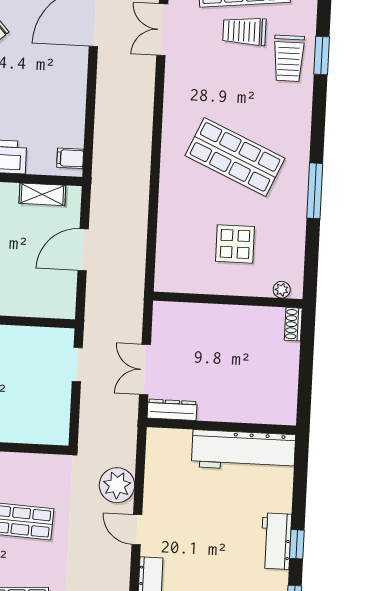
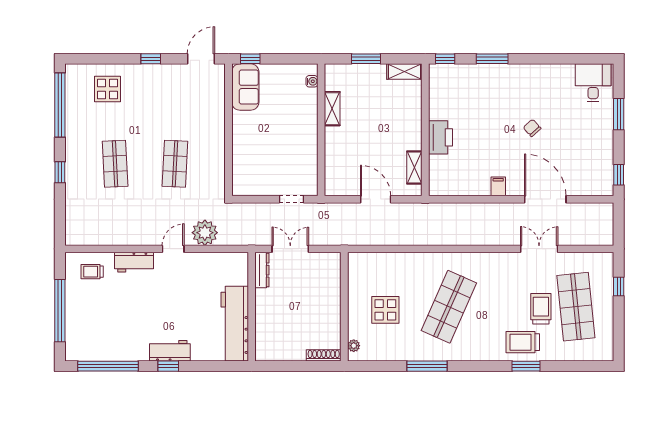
filing cabinet: (70, 158) -> (498, 186), moved
shoe rack: (293, 324) -> (324, 355), width x1.43

